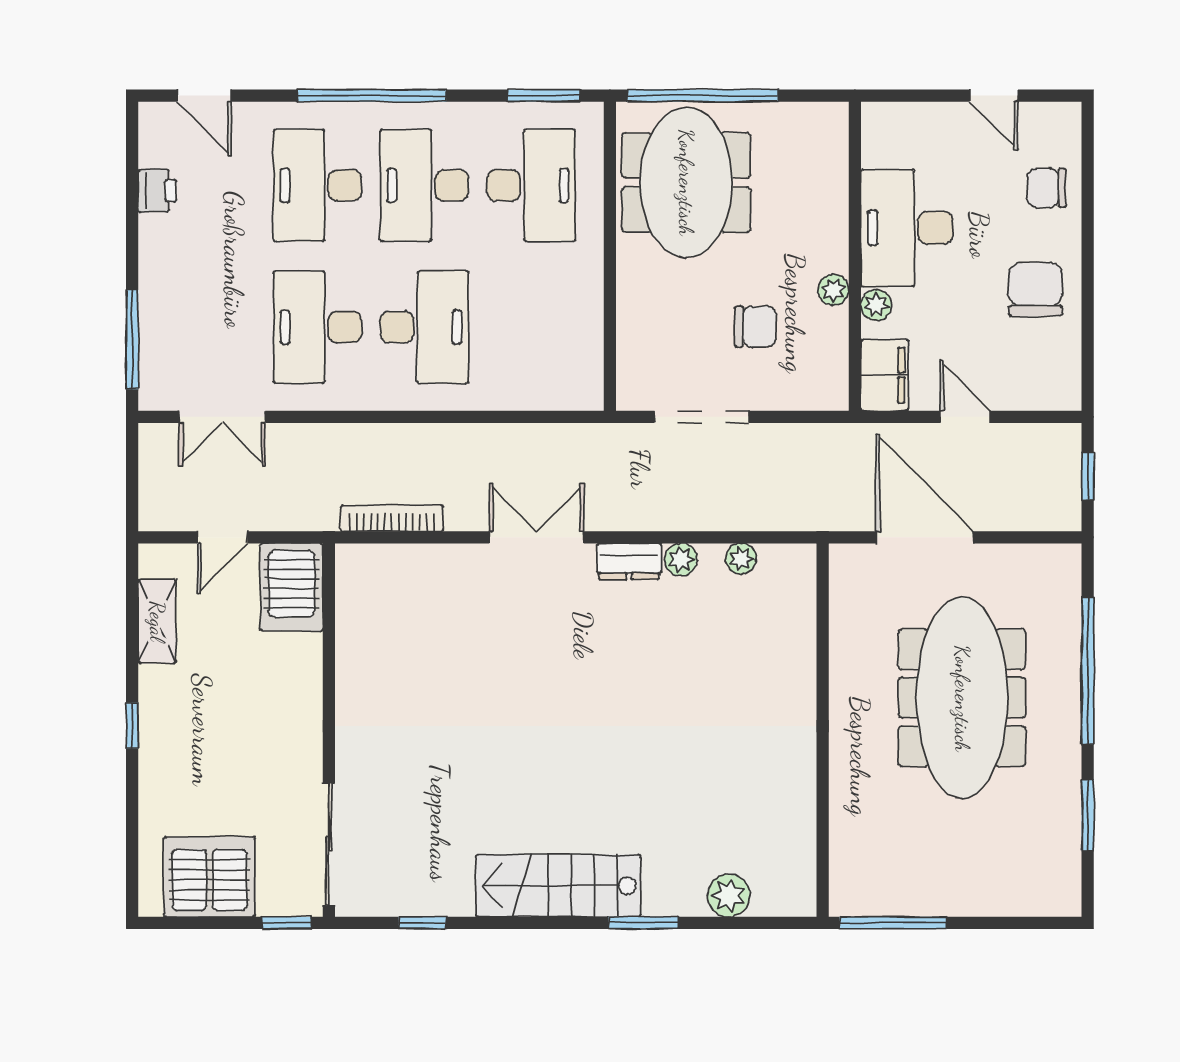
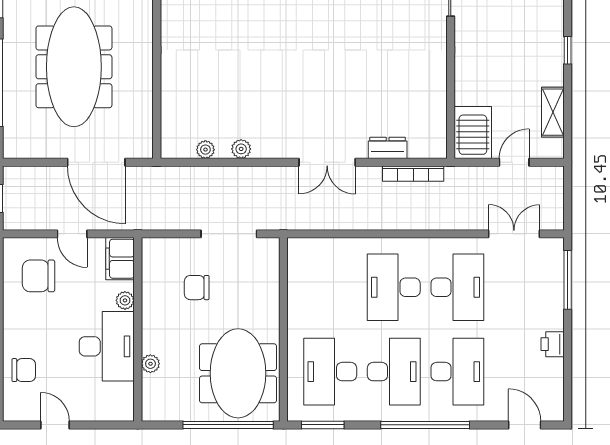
printer: (157, 191) -> (553, 344), moved
chair: (1035, 289) -> (38, 276), moved, turned 90
plant: (833, 290) -> (150, 364), moved
dresser: (629, 561) -> (388, 148), moved

